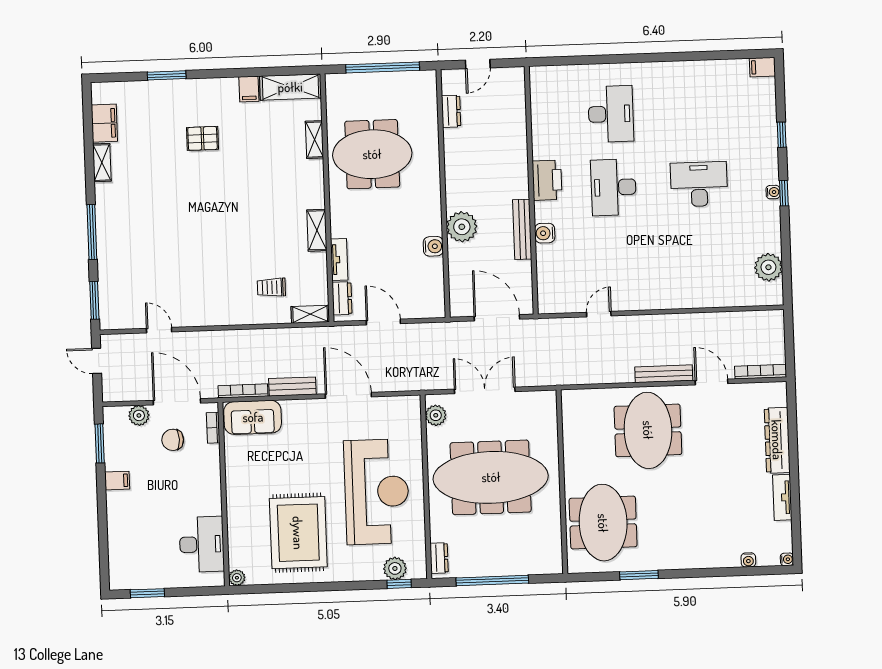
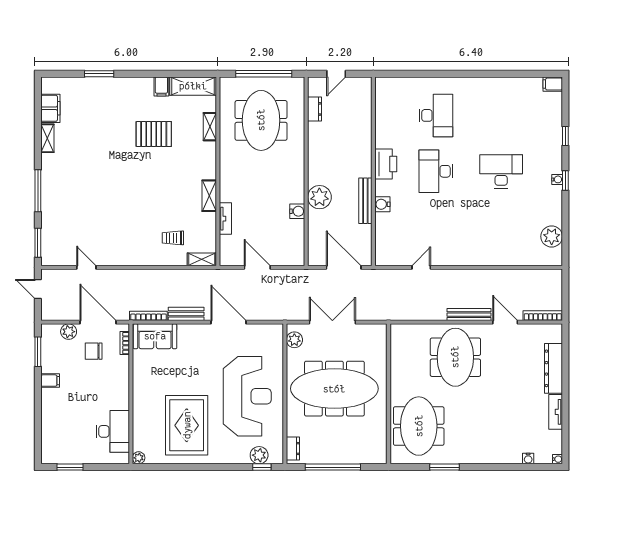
pallet: (202, 138) -> (154, 134), moved, width x1.50, depth x1.42
meeting table: (372, 154) -> (261, 120), moved, turned 90
dresser: (342, 298) -> (226, 248), removed

